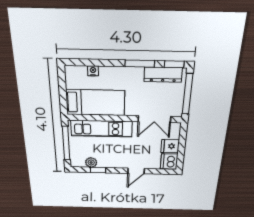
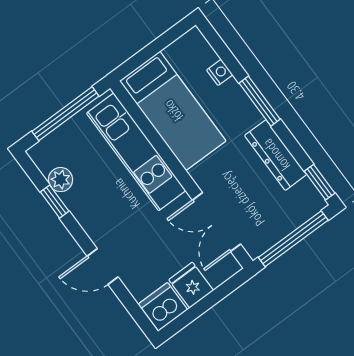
window: (140, 64) -> (260, 101), moved
dresser: (163, 75) -> (276, 155), moved

